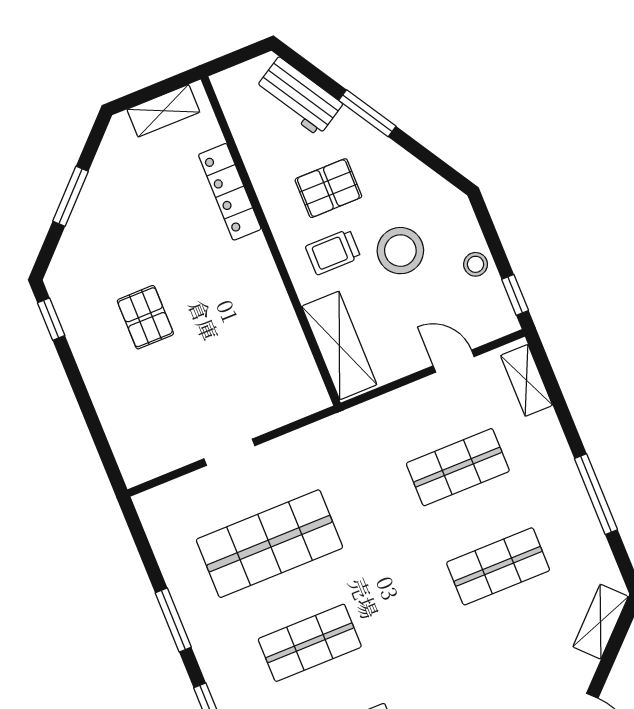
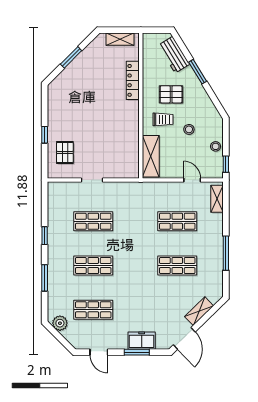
stool: (400, 251) -> (189, 129), width x0.53, depth x0.53
trolley: (333, 252) -> (163, 119), turned 180
pallet: (145, 317) -> (65, 152), moved
window: (51, 319) -> (45, 135), moved
shop shelf: (269, 544) -> (93, 221), width x0.70, depth x0.74
window: (173, 620) -> (45, 236), width x0.67
shelving: (601, 622) -> (199, 311), moved

